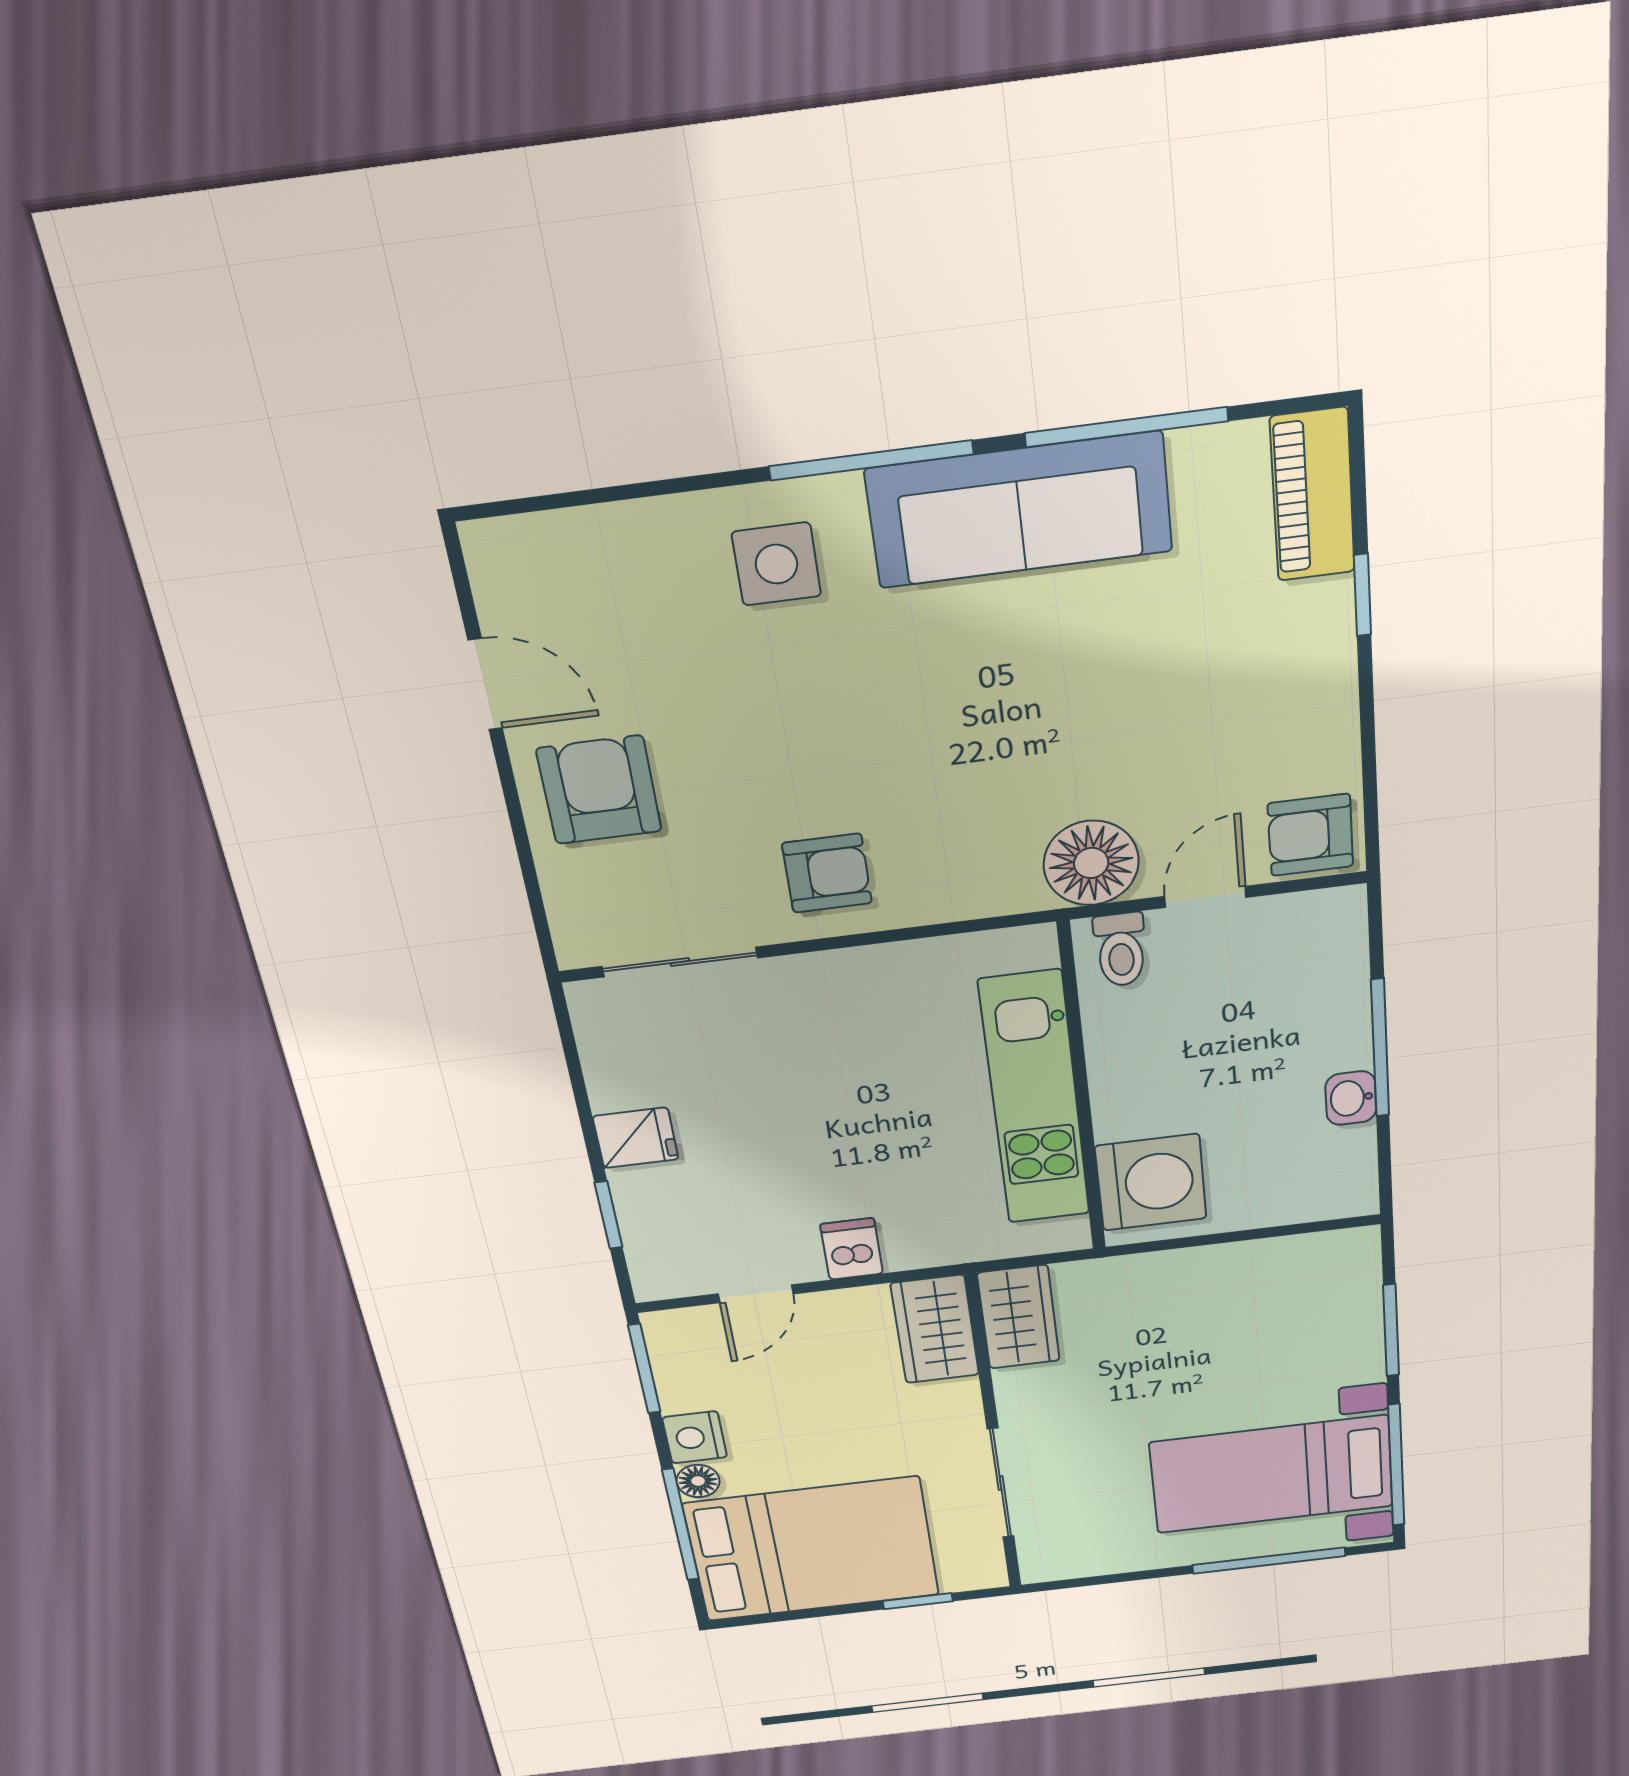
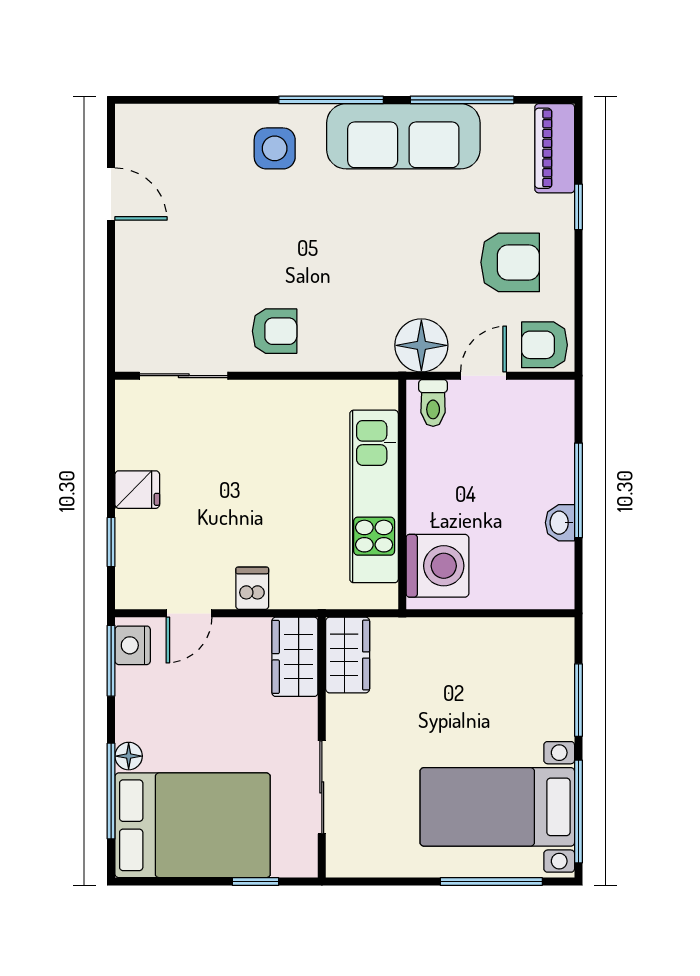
armchair: (599, 790) -> (510, 262), moved, turned 90
nightstand: (695, 1437) -> (133, 645), moved

